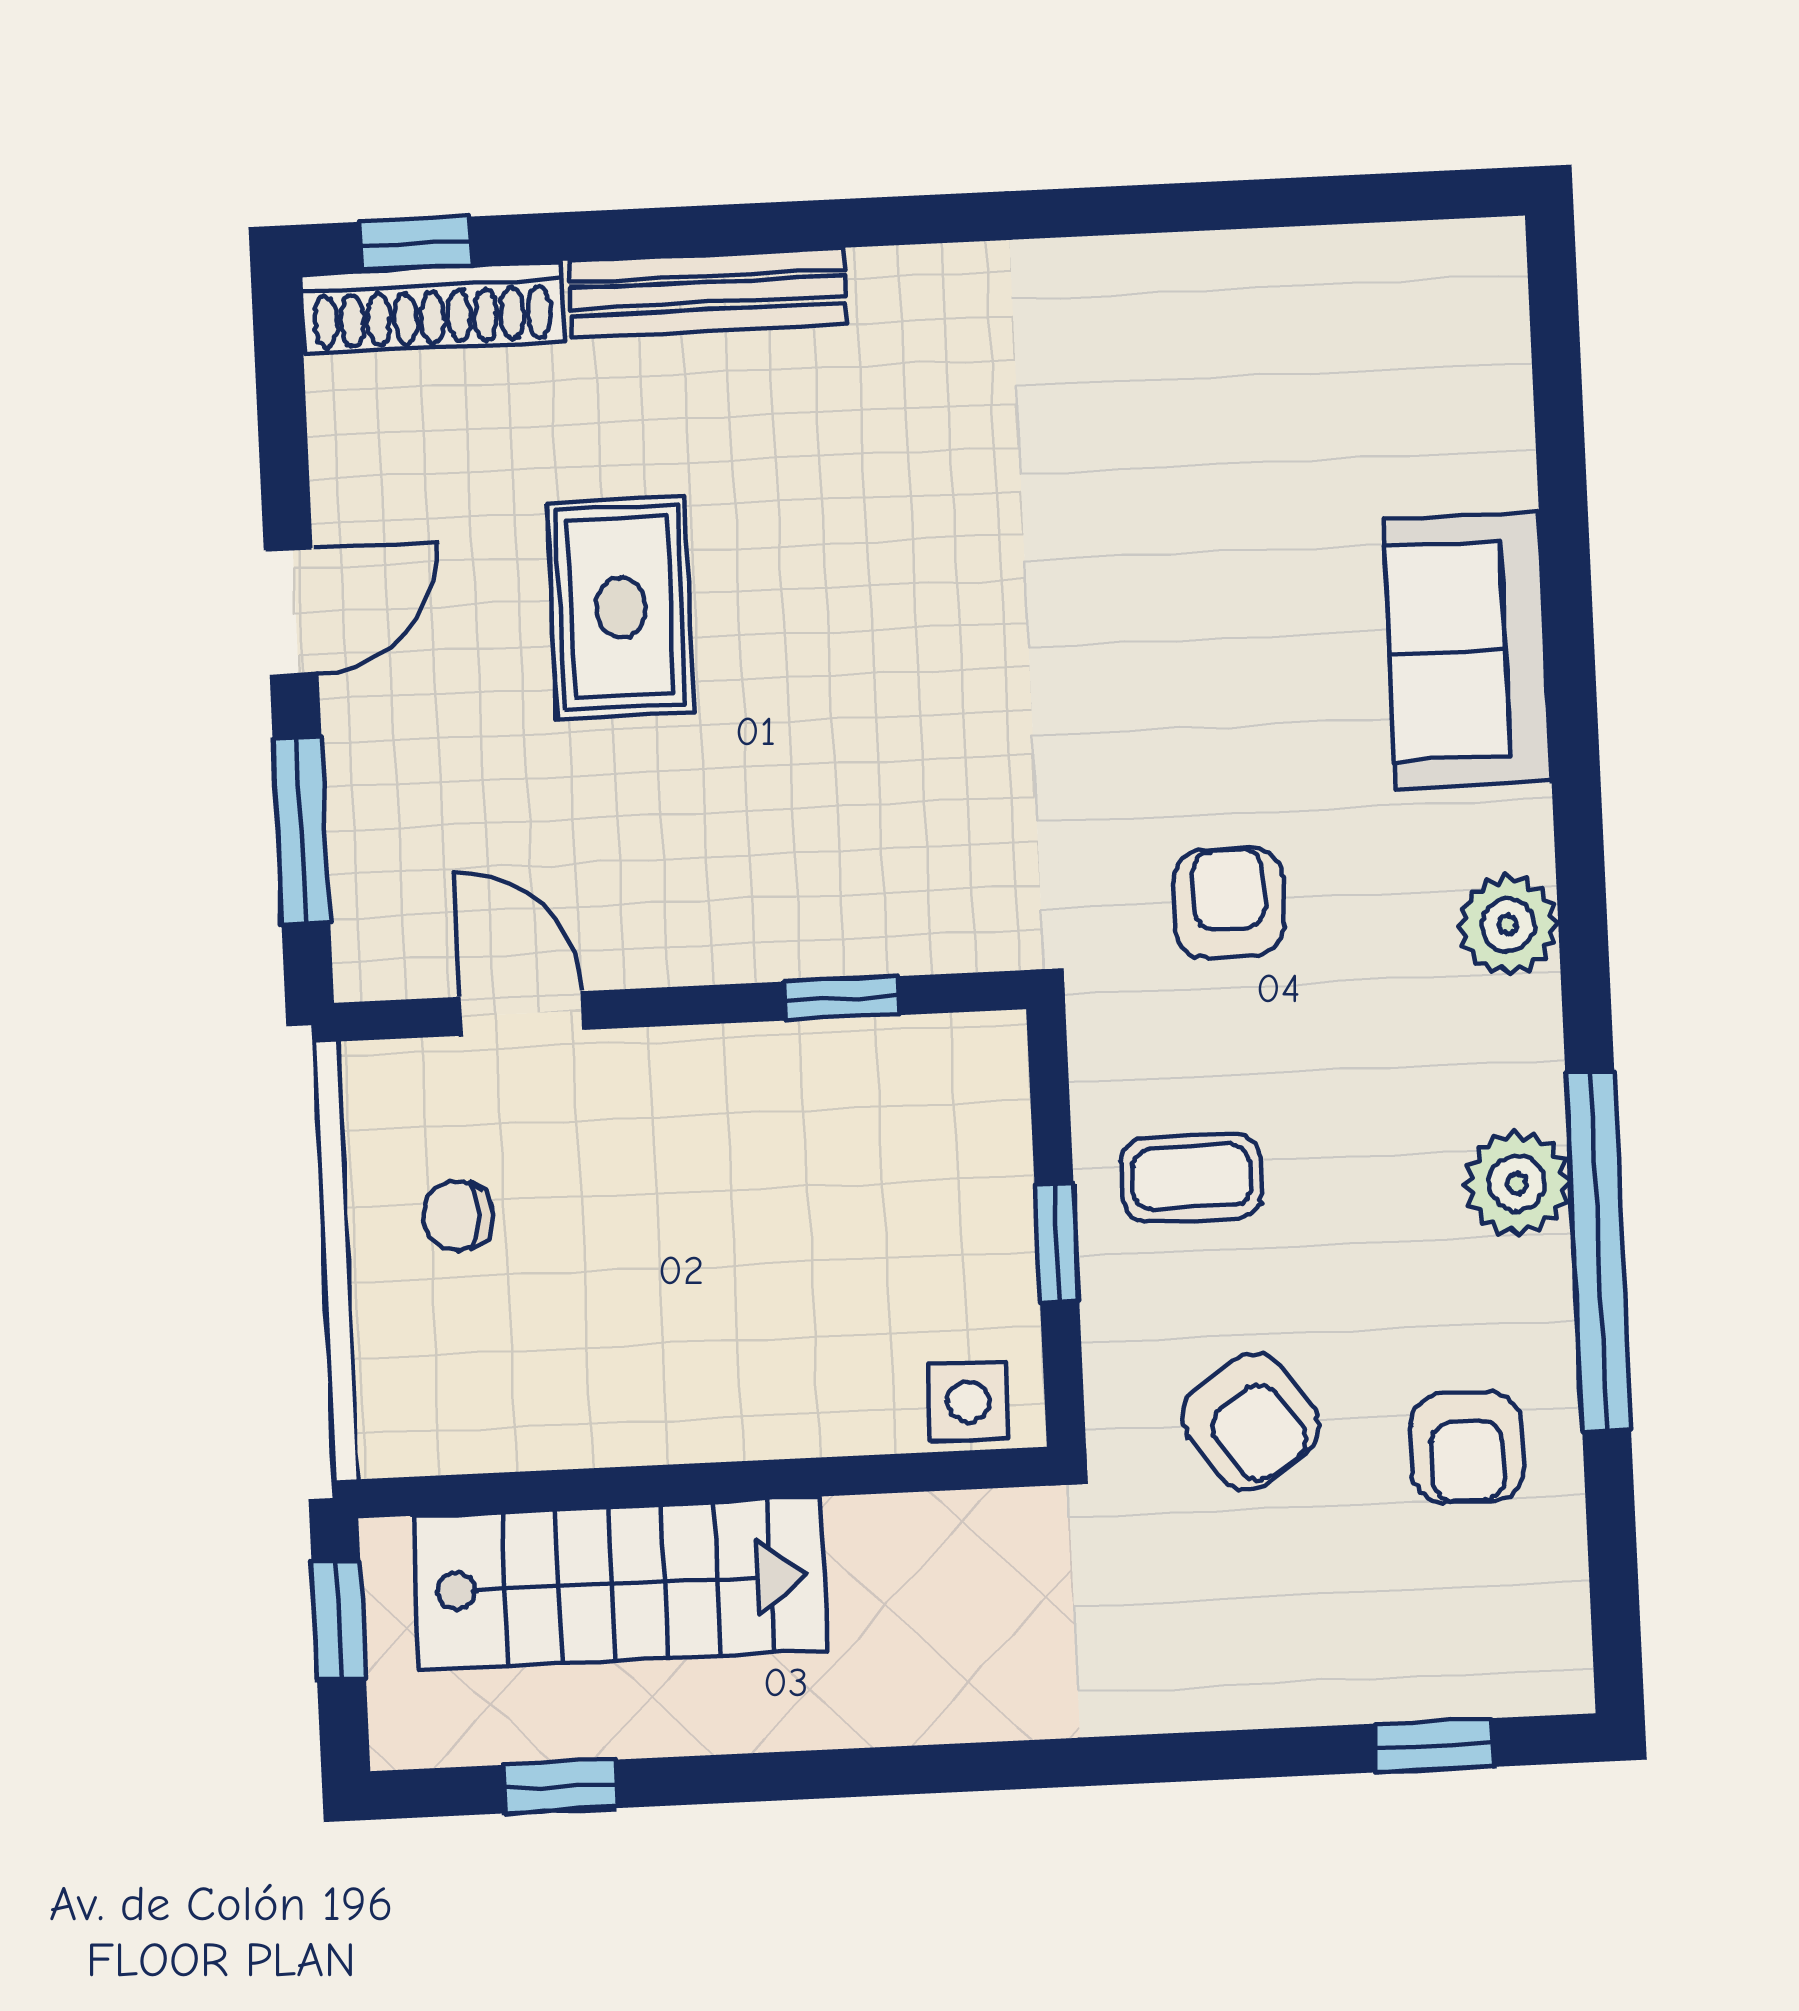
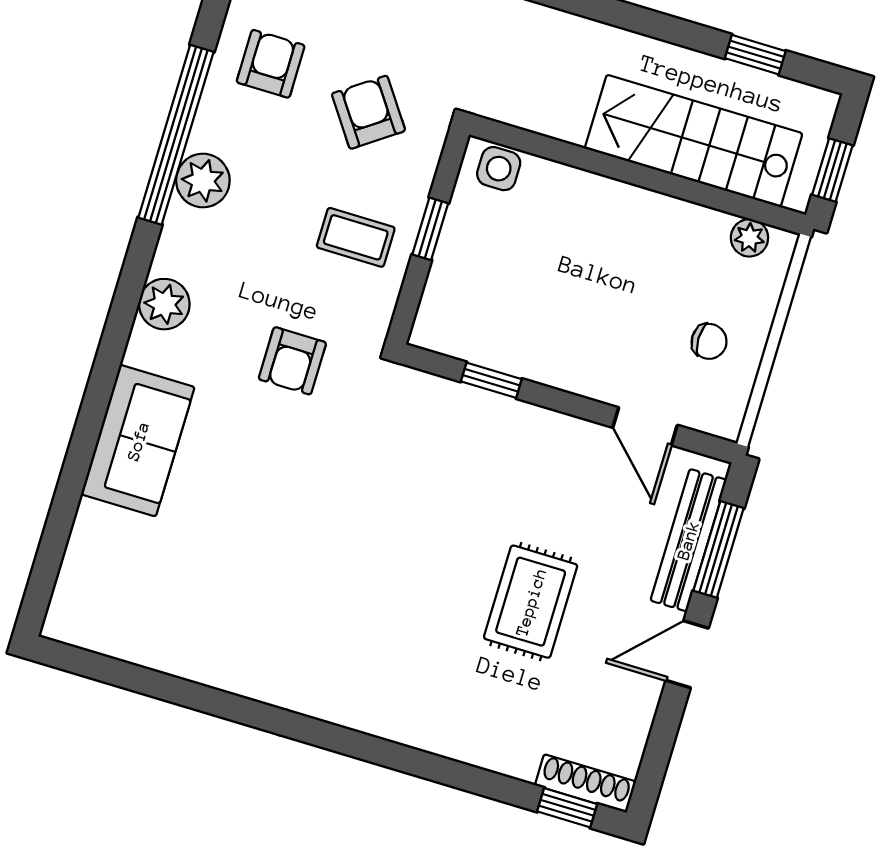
bench: (707, 293) -> (688, 540), moved, turned 90
shoe rack: (432, 307) -> (585, 783), width x0.74, depth x0.81
plant: (450, 1438) -> (749, 238), added

